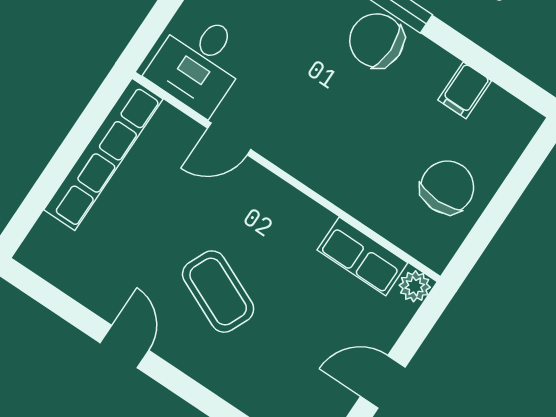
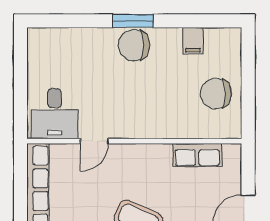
chair: (447, 187) -> (216, 94), turned -90
plant: (415, 286) -> (232, 152), removed

